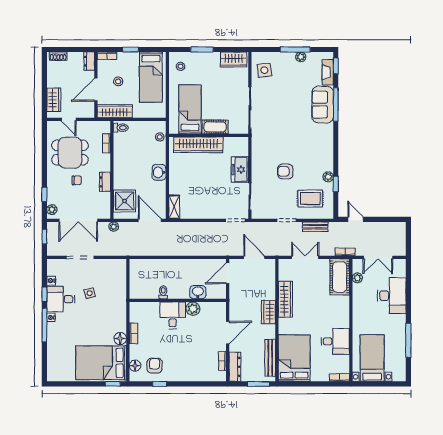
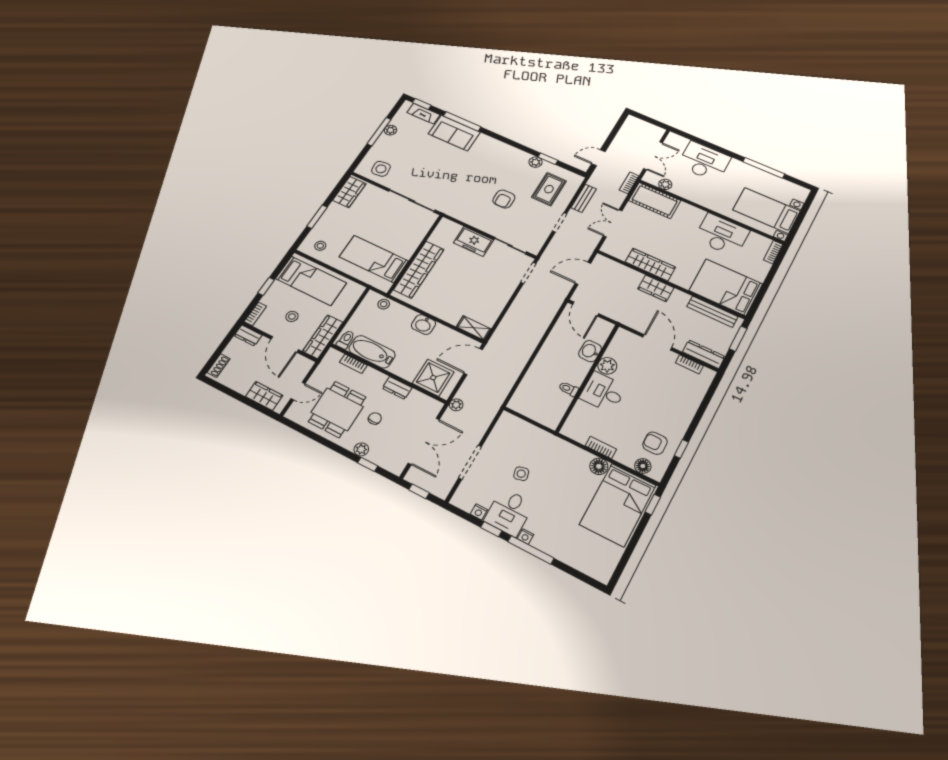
cot: (215, 127) -> (410, 244), removed
bathtub: (121, 150) -> (372, 352), added
plant: (52, 210) -> (361, 449), moved
desk: (335, 341) -> (722, 235), width x1.37

